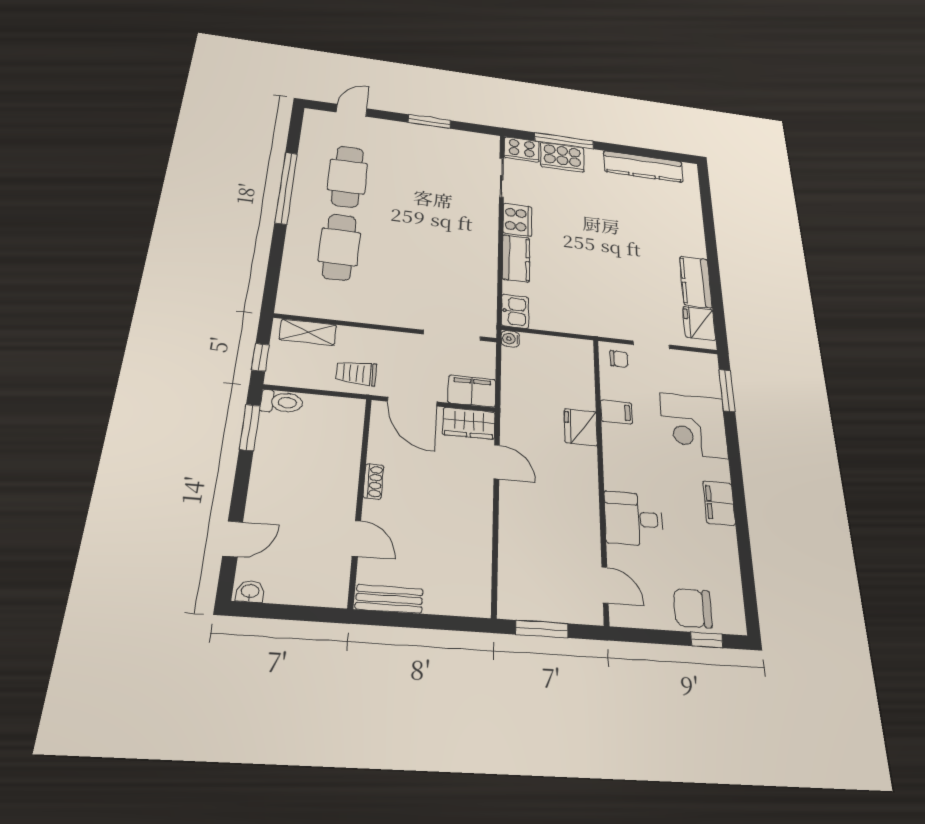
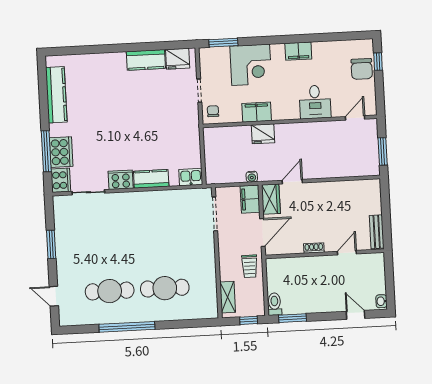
water cooler: (510, 339) -> (252, 177), moved
filing cabinet: (616, 412) -> (257, 112), width x2.00

